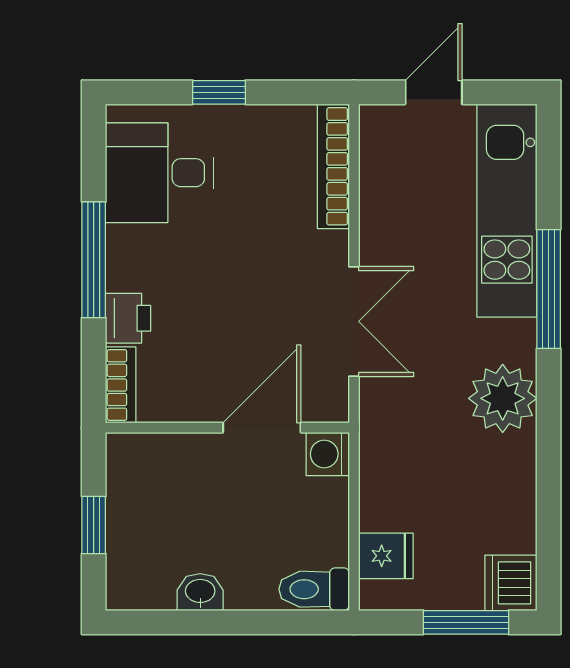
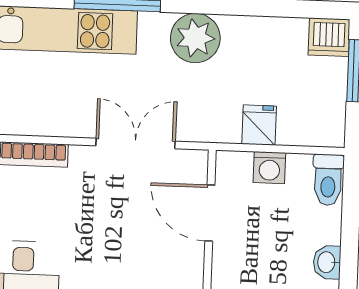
washing machine: (328, 454) -> (269, 168), moved
fridge: (386, 556) -> (259, 125), moved

